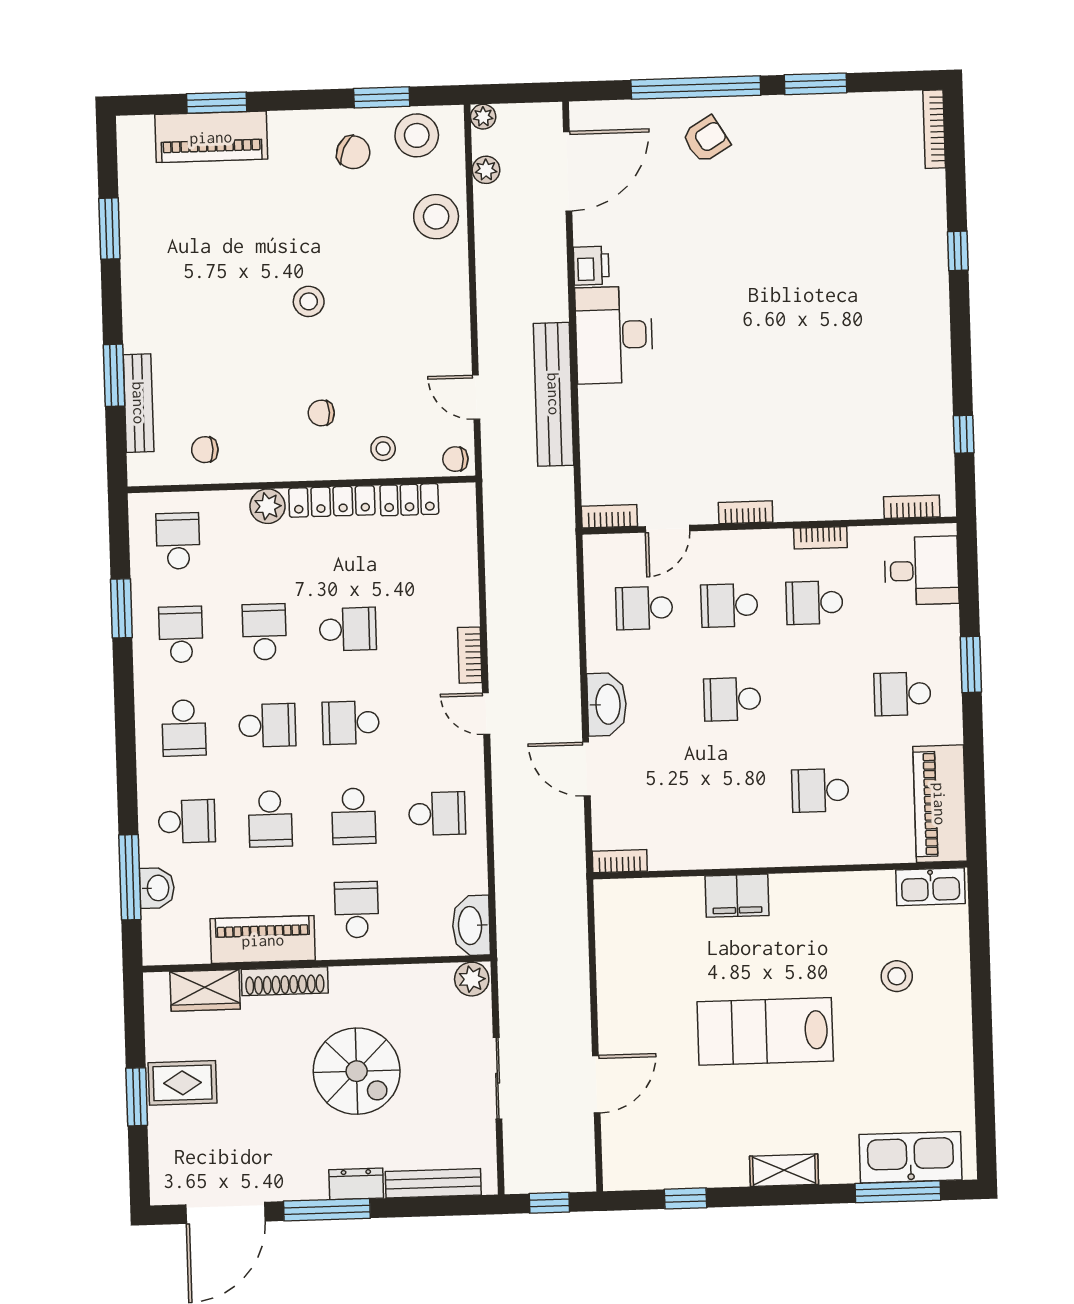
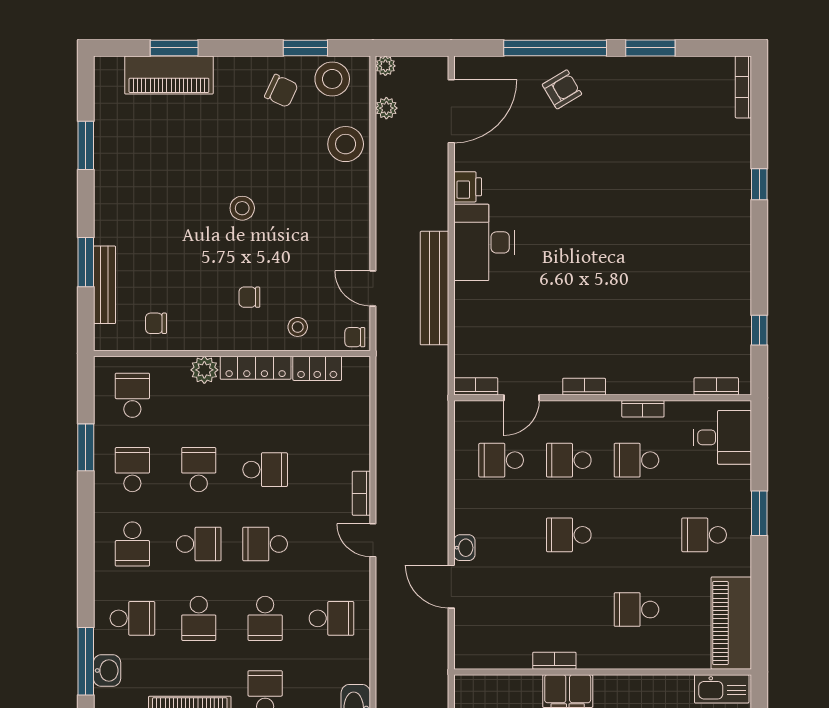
washbasin: (607, 704) -> (464, 548), width x0.52, depth x0.69
bookcase: (620, 861) -> (554, 661), moved

